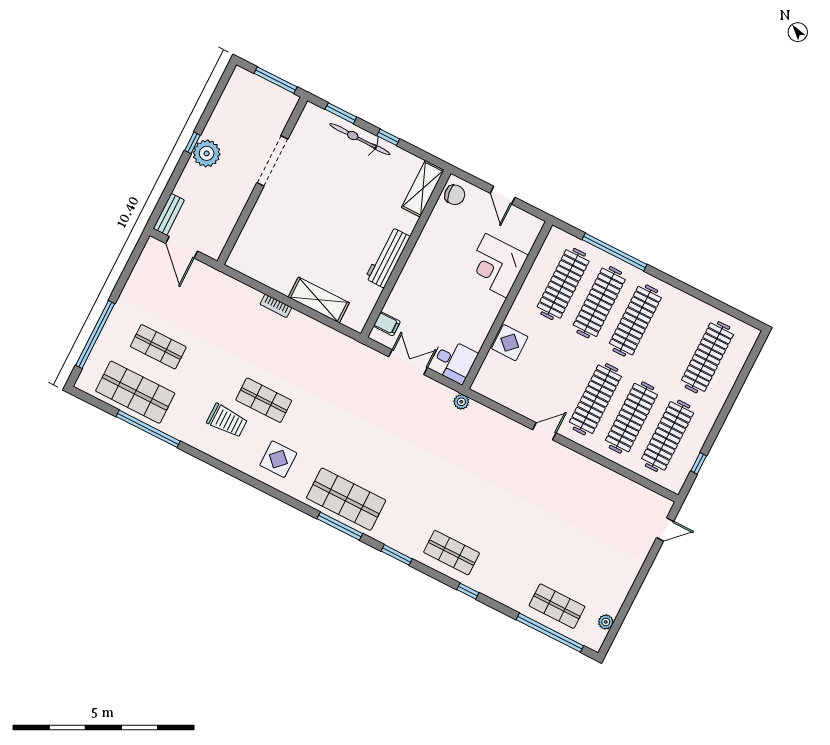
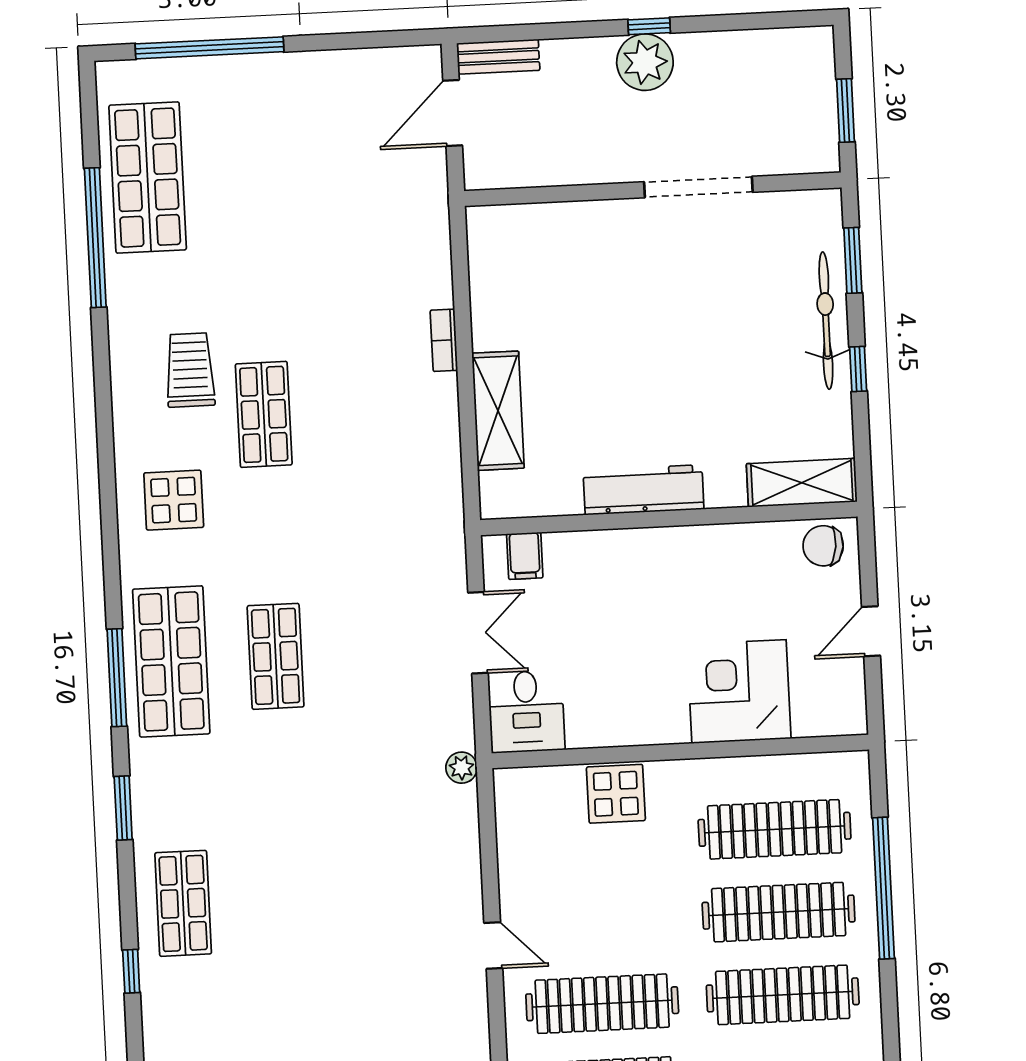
window: (276, 80) -> (845, 111), width x0.69
chair: (455, 195) -> (823, 546), turned 104
shop shelf: (158, 347) -> (276, 656), moved
trolley: (227, 421) -> (190, 370), turned 180

